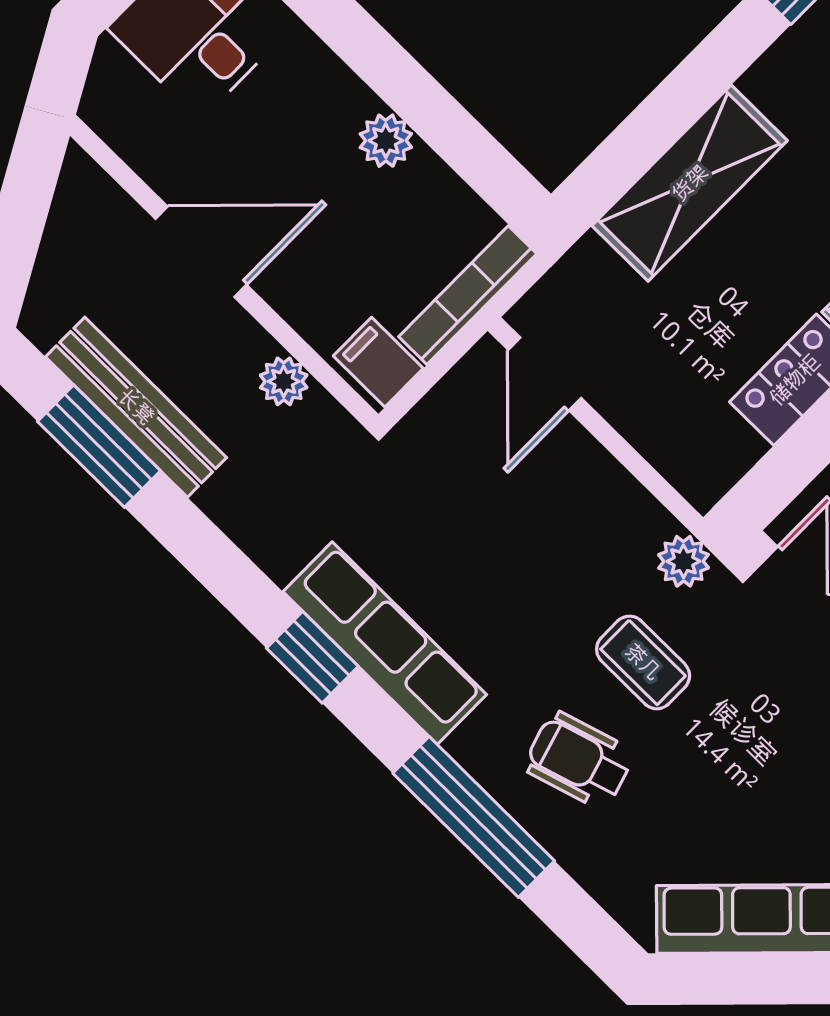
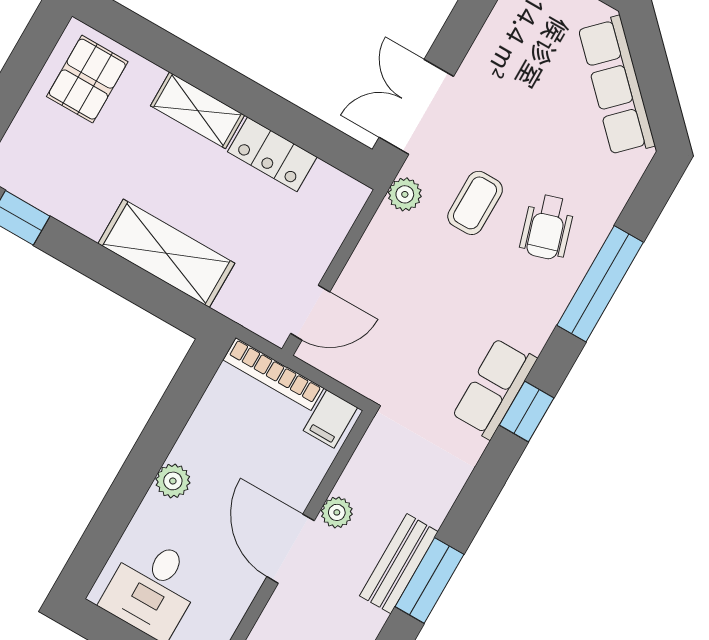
plant: (386, 141) -> (173, 481), moved
plant: (284, 381) -> (337, 512), moved
bench: (136, 407) -> (399, 564), width x0.73
row of seats: (385, 643) -> (494, 388), width x0.68

